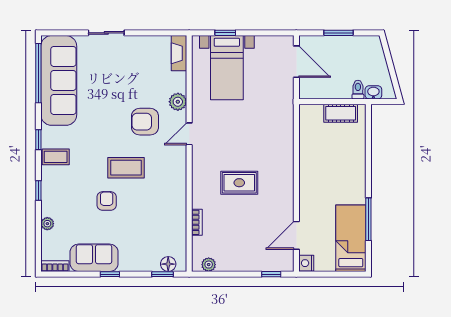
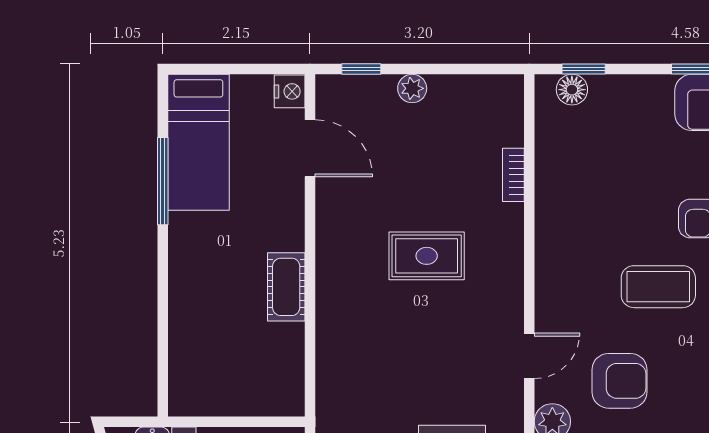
cot: (341, 113) -> (286, 287), moved, turned 90
door: (296, 235) -> (310, 148), hinge flipped
plant: (209, 265) -> (412, 88), moved

